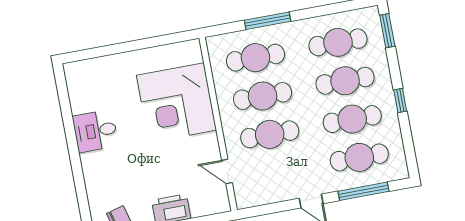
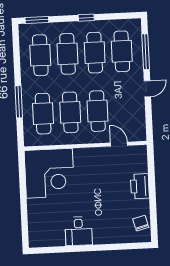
corner desk: (176, 103) -> (49, 173), moved
door: (227, 171) -> (119, 144), swing flipped

